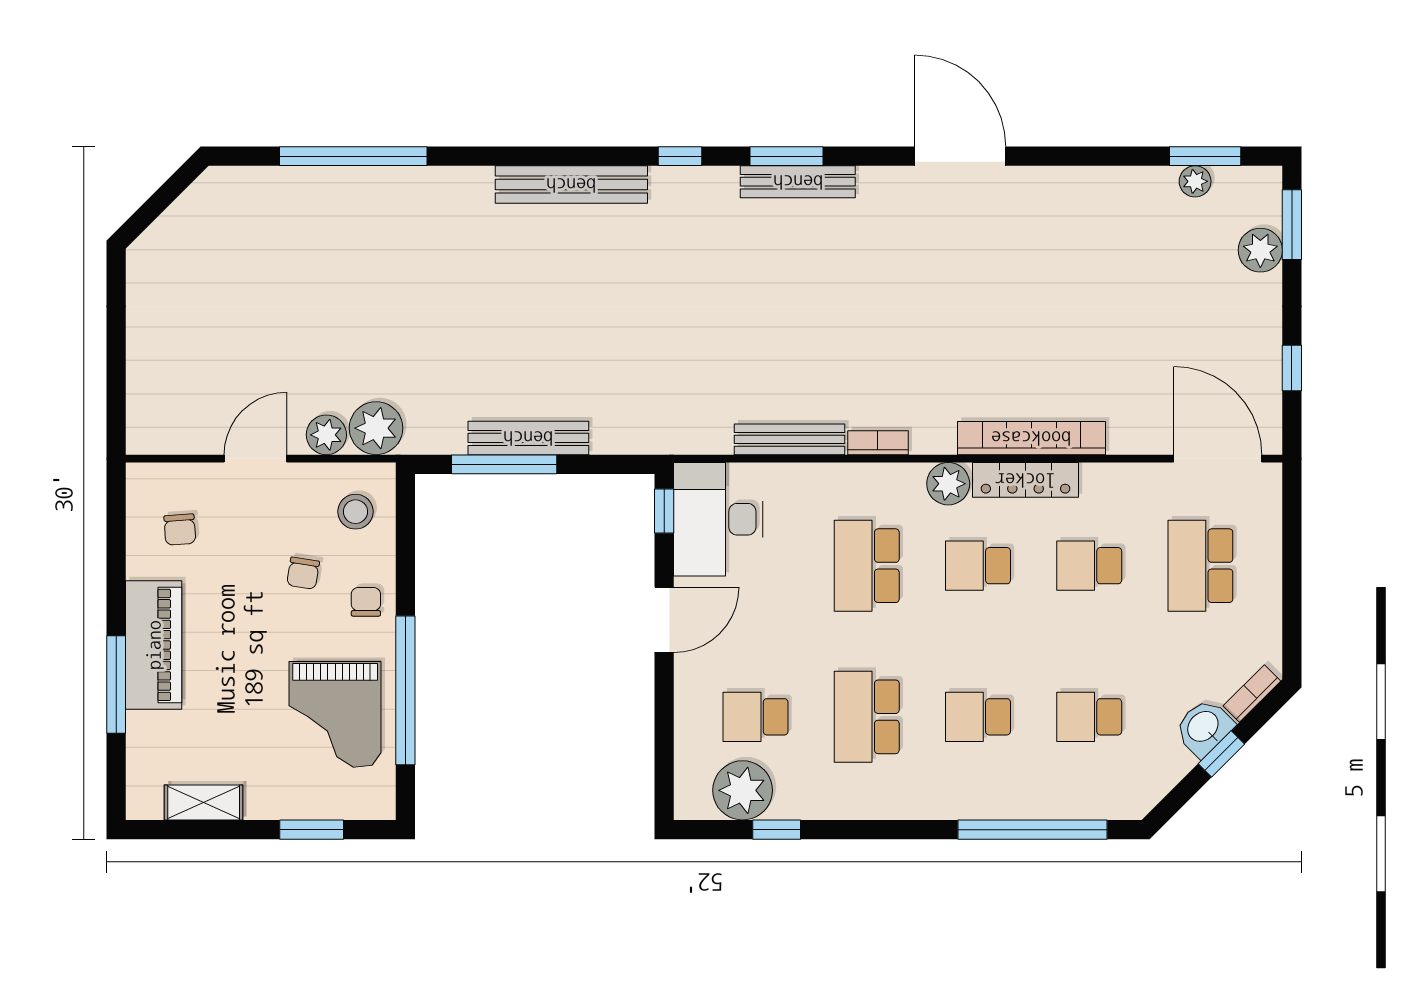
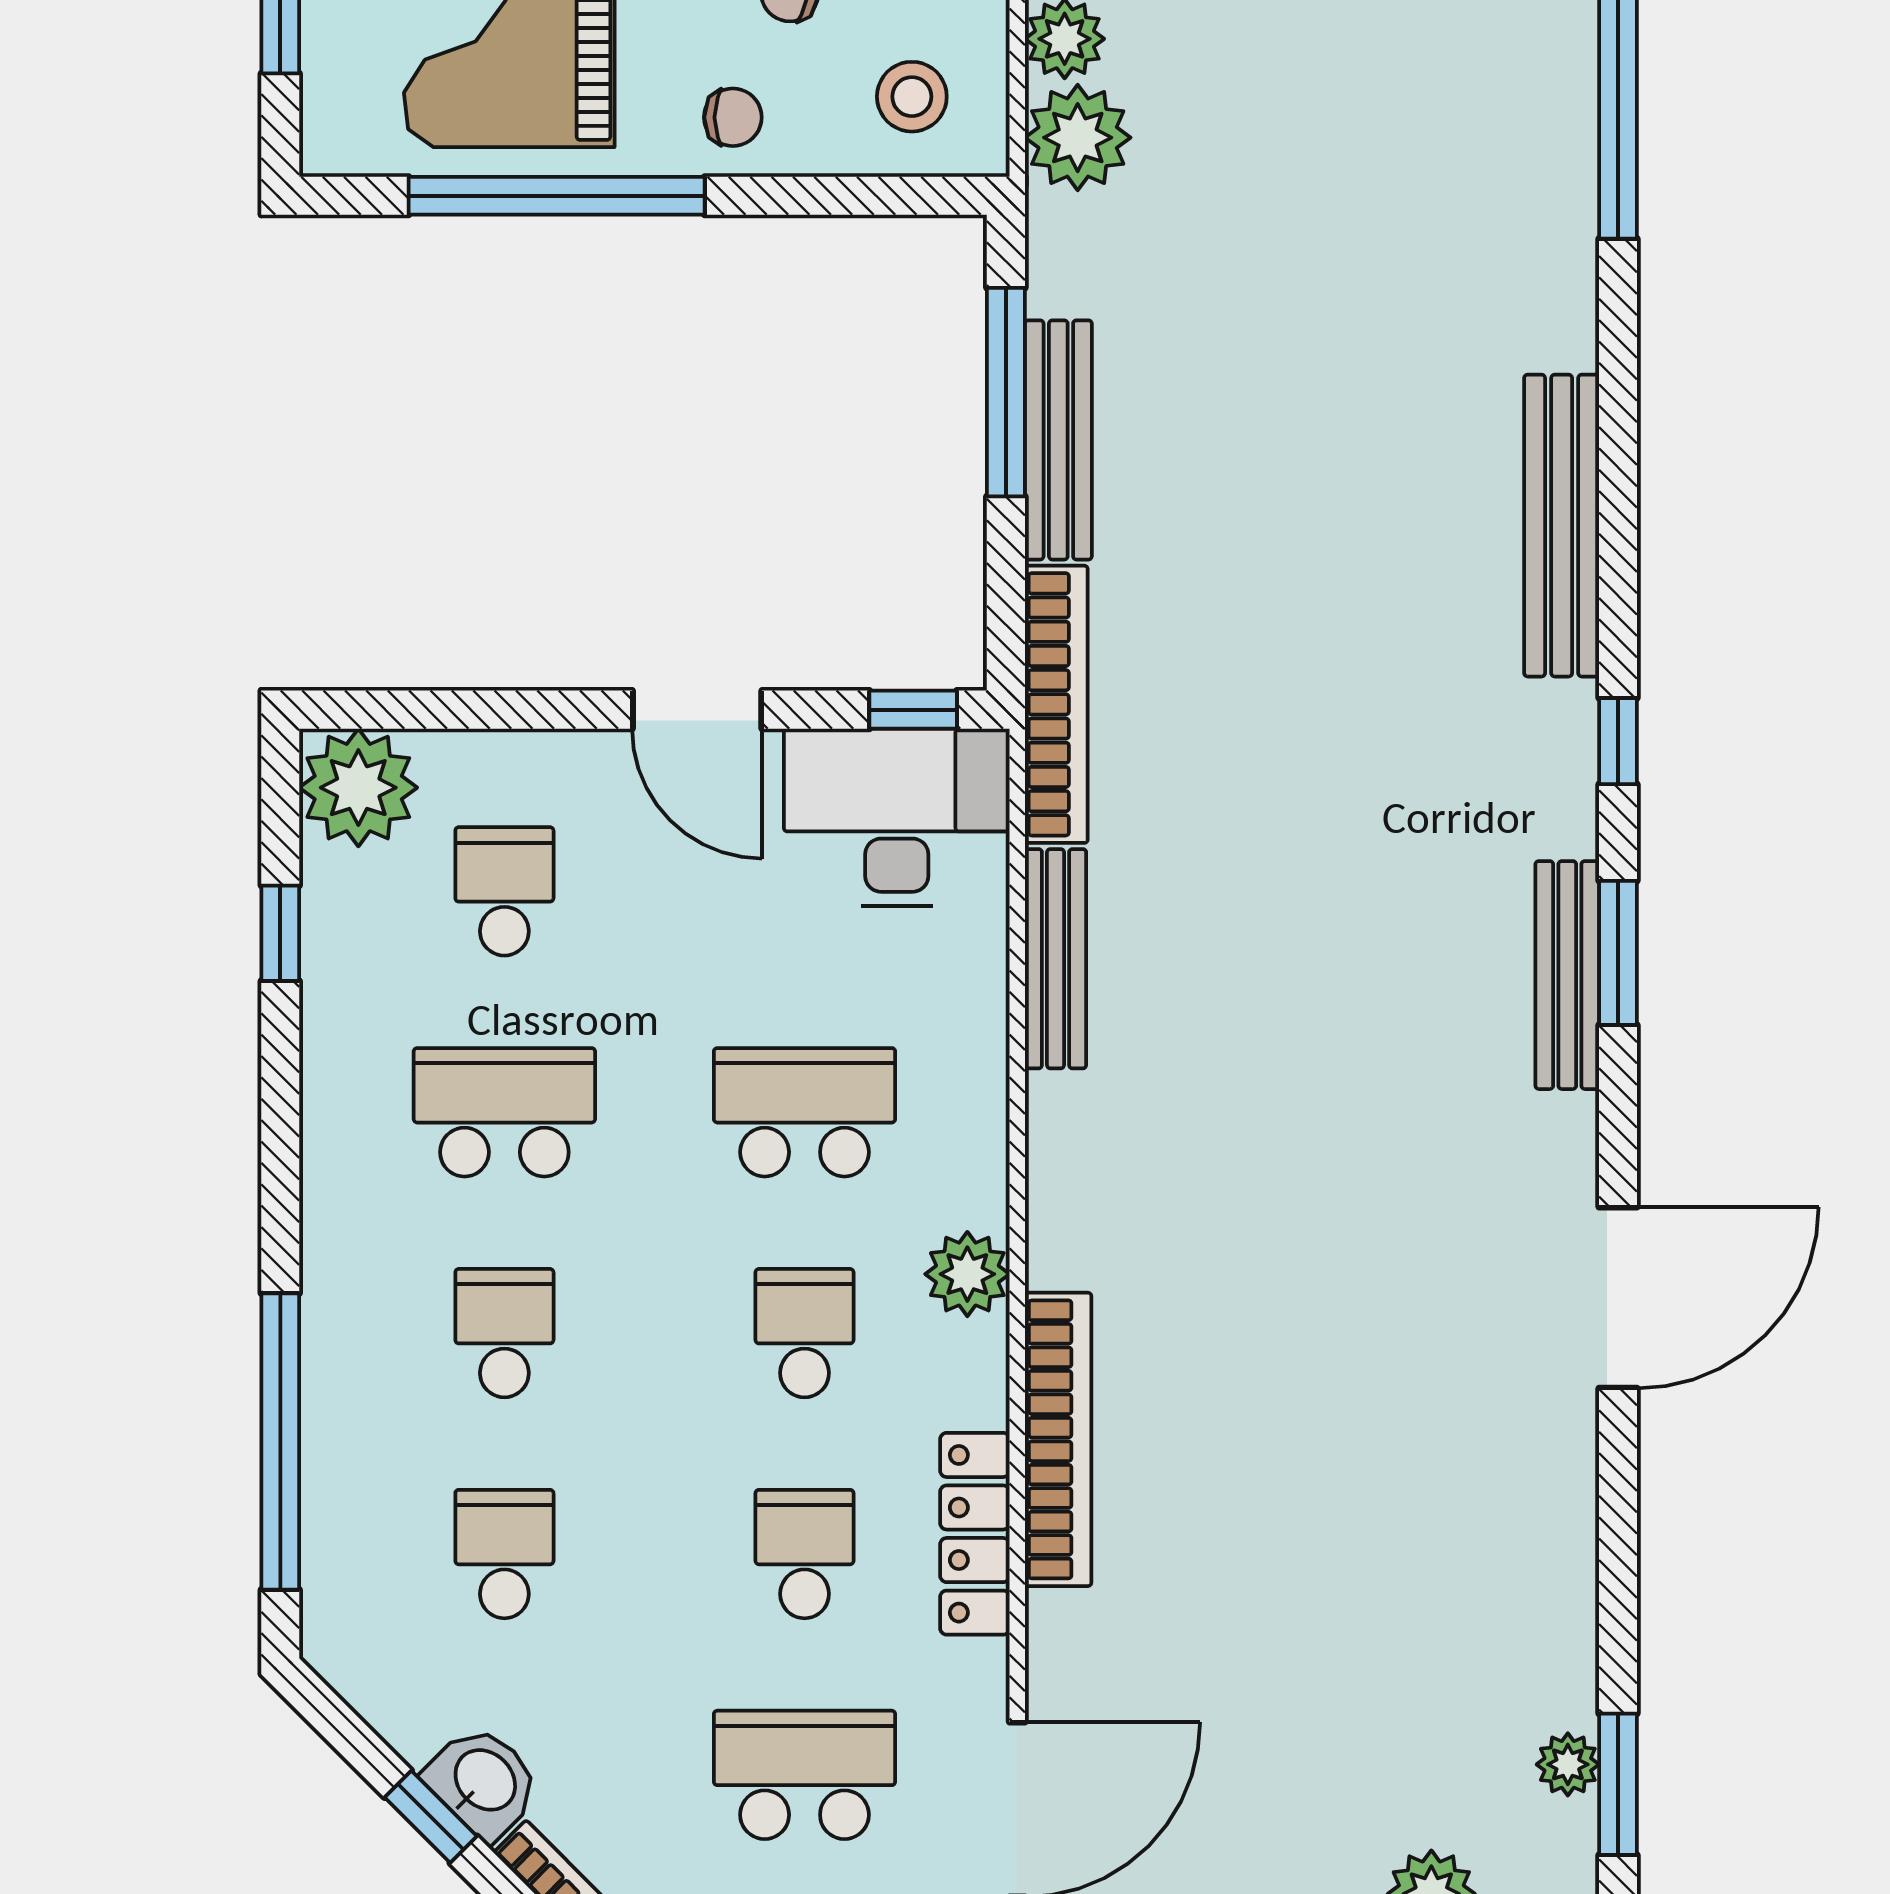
bookcase: (878, 443) -> (1056, 704), moved, width x2.31, depth x1.31
locker: (1025, 480) -> (975, 1534), moved
plant: (743, 790) -> (358, 788), moved

